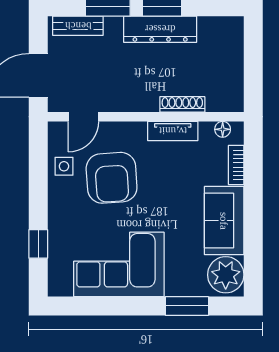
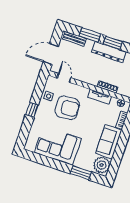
door: (83, 117) -> (64, 78), swing flipped
armchair: (112, 178) -> (67, 108), turned -90
window: (38, 244) -> (32, 110), moved

